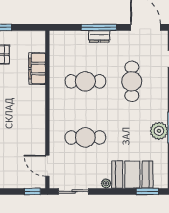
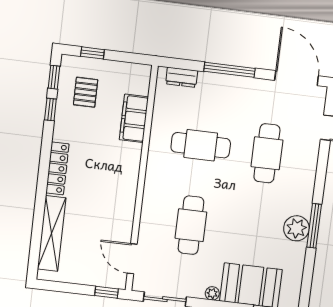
dresser: (99, 36) -> (182, 77), moved
cafe table: (85, 137) -> (191, 225), turned 90

